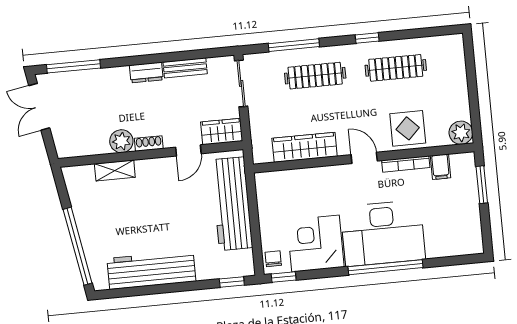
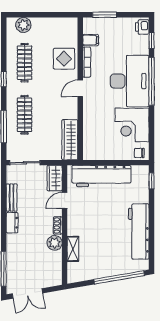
plant: (461, 133) -> (23, 25), moved
wardrobe: (305, 147) -> (70, 140), moved
door: (188, 150) -> (65, 201), swing flipped
printer: (468, 245) -> (142, 27), added
window: (284, 277) -> (152, 40), moved

